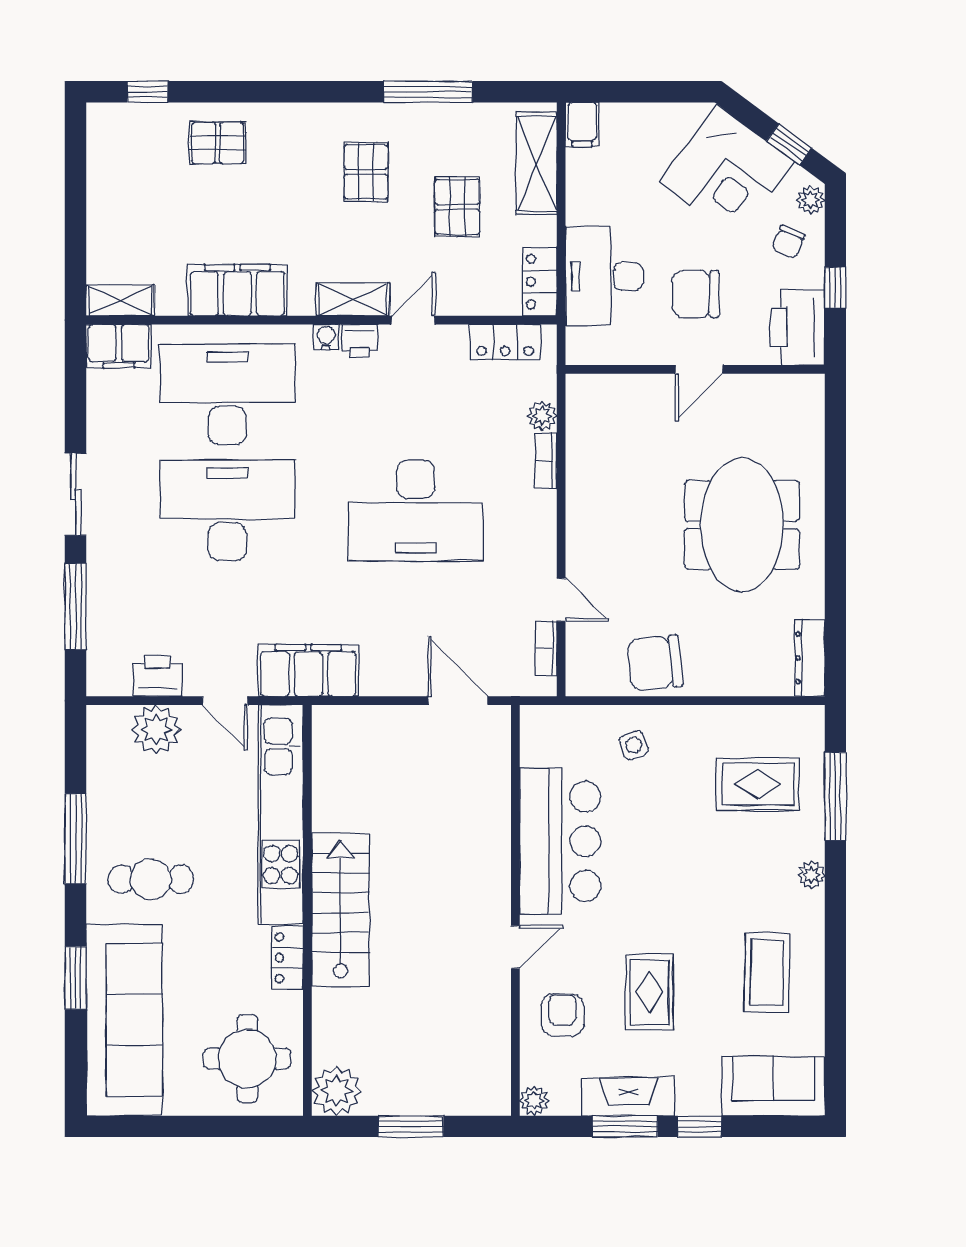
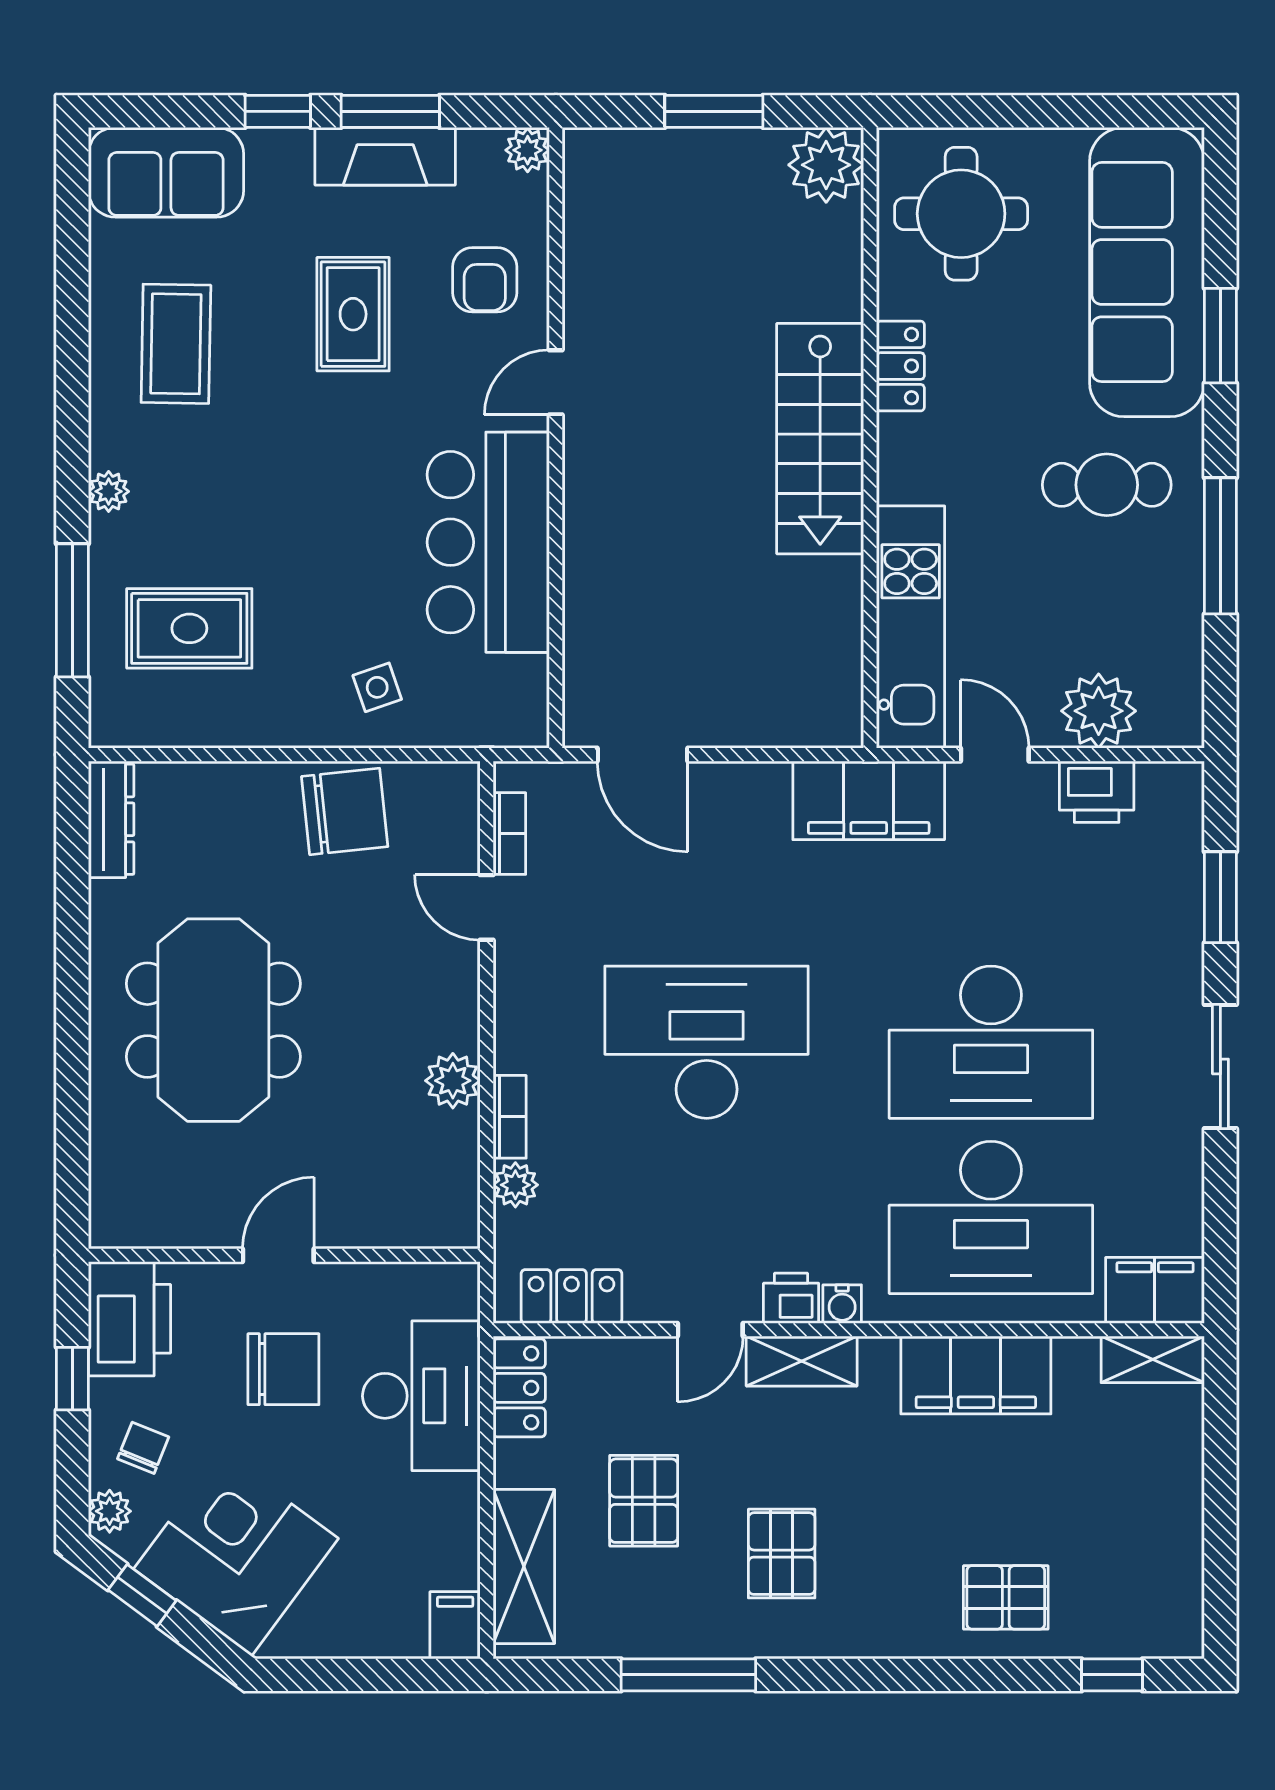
plant: (584, 485) -> (453, 1081), added
window: (76, 606) -> (1220, 897), width x0.69
kitchen unit: (281, 814) -> (911, 627), width x0.73

